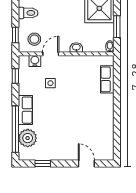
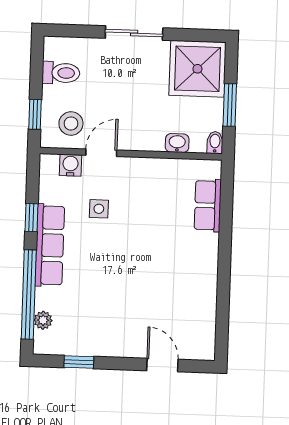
washbasin: (76, 47) -> (177, 143), moved
window: (15, 76) -> (31, 218), moved
row of seats: (25, 110) -> (50, 245), width x1.48
plant: (28, 138) -> (43, 320), width x0.53, depth x0.53

